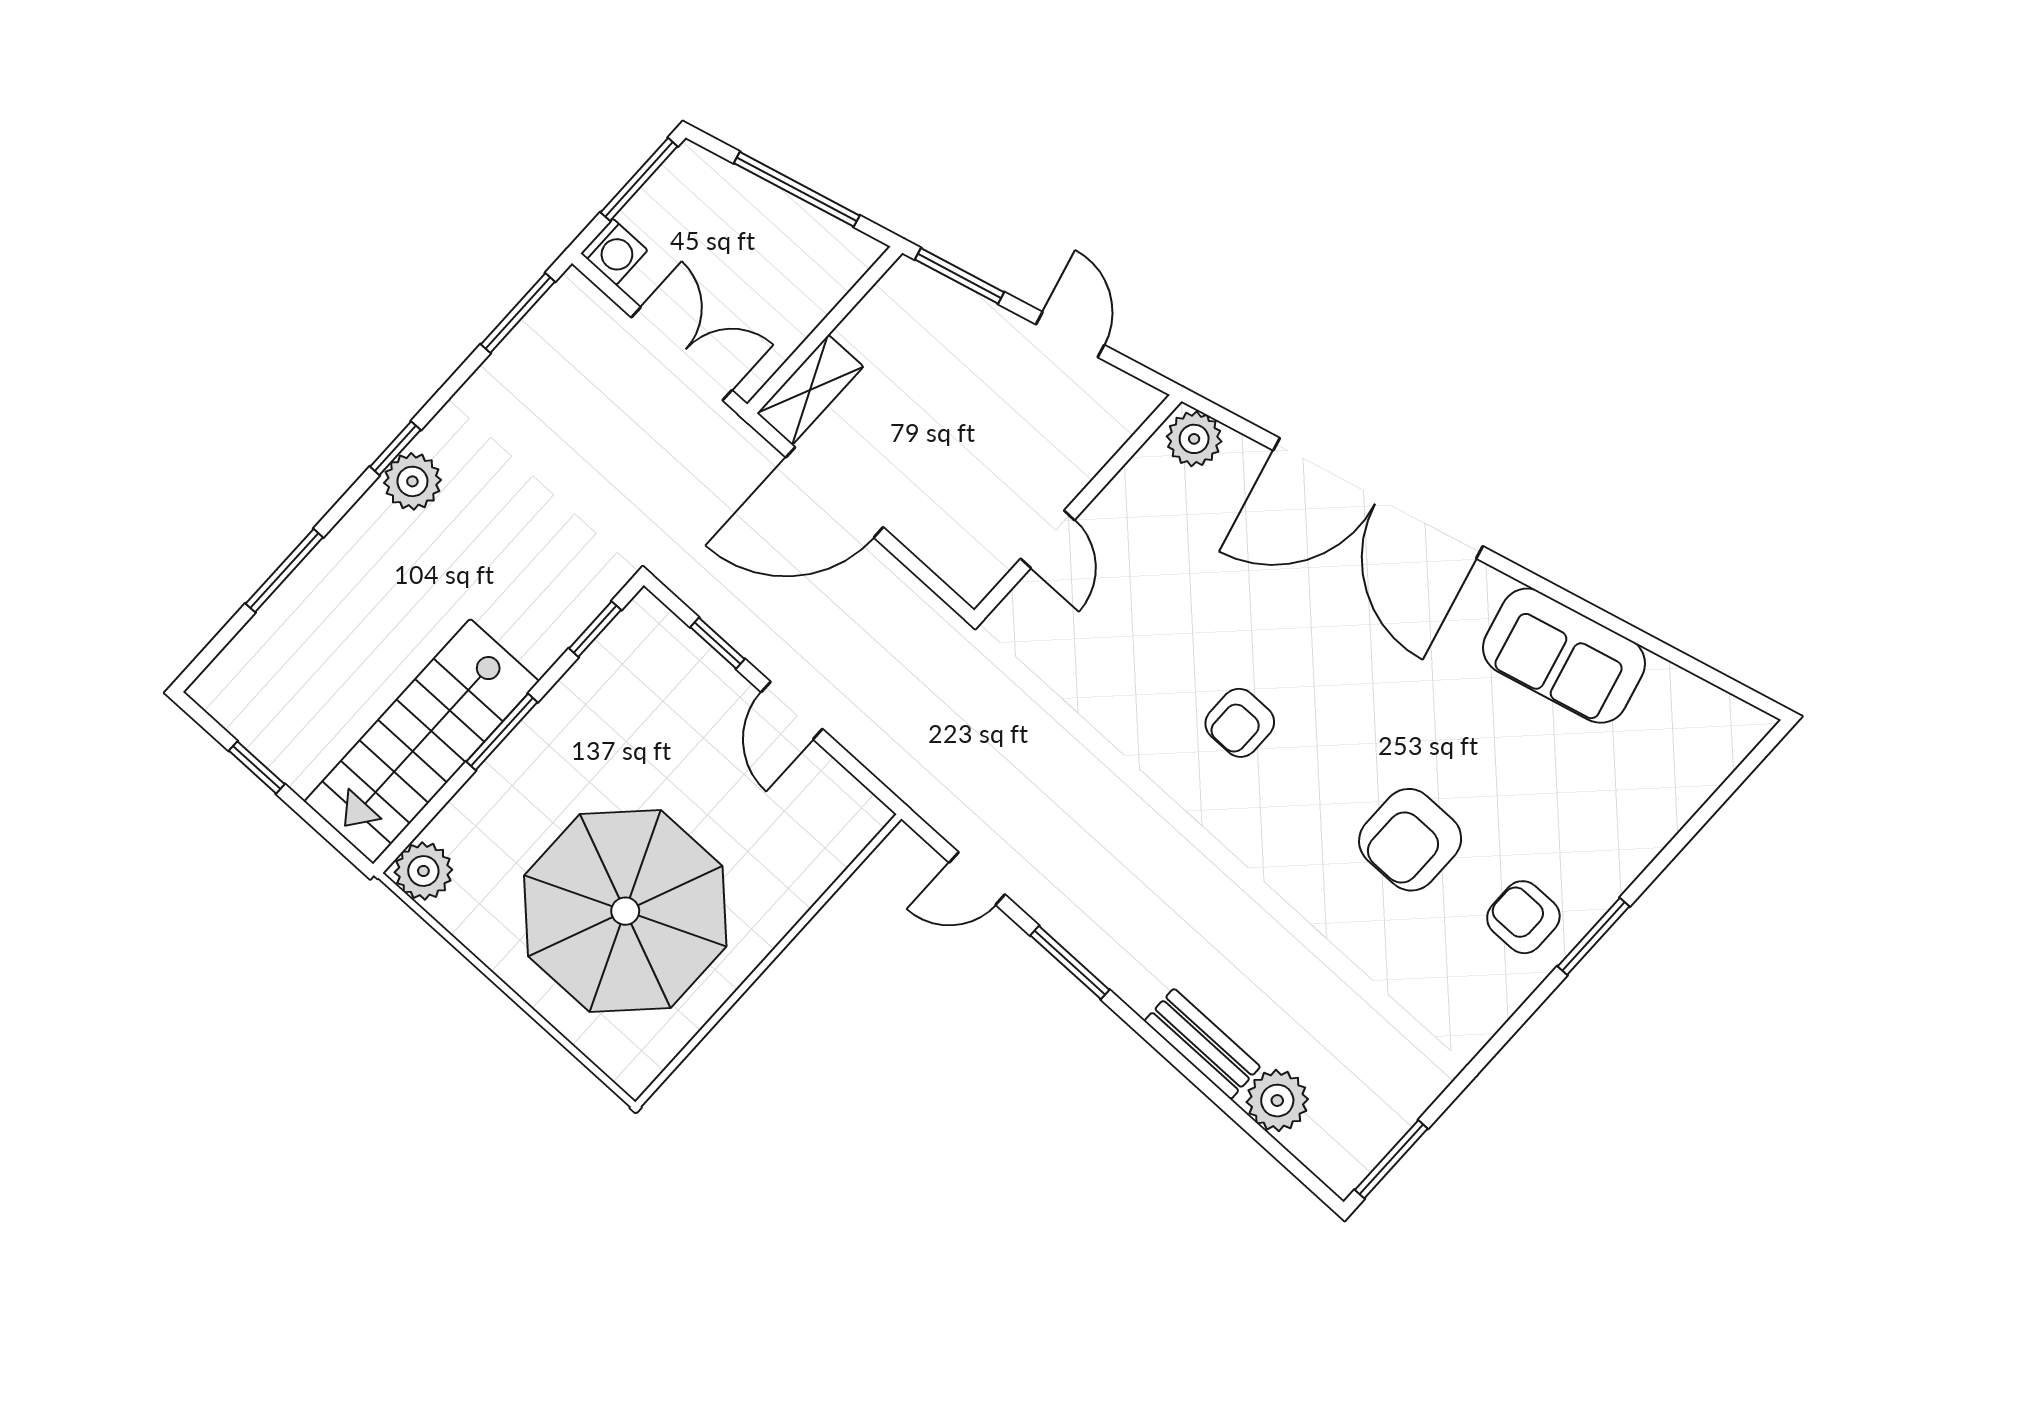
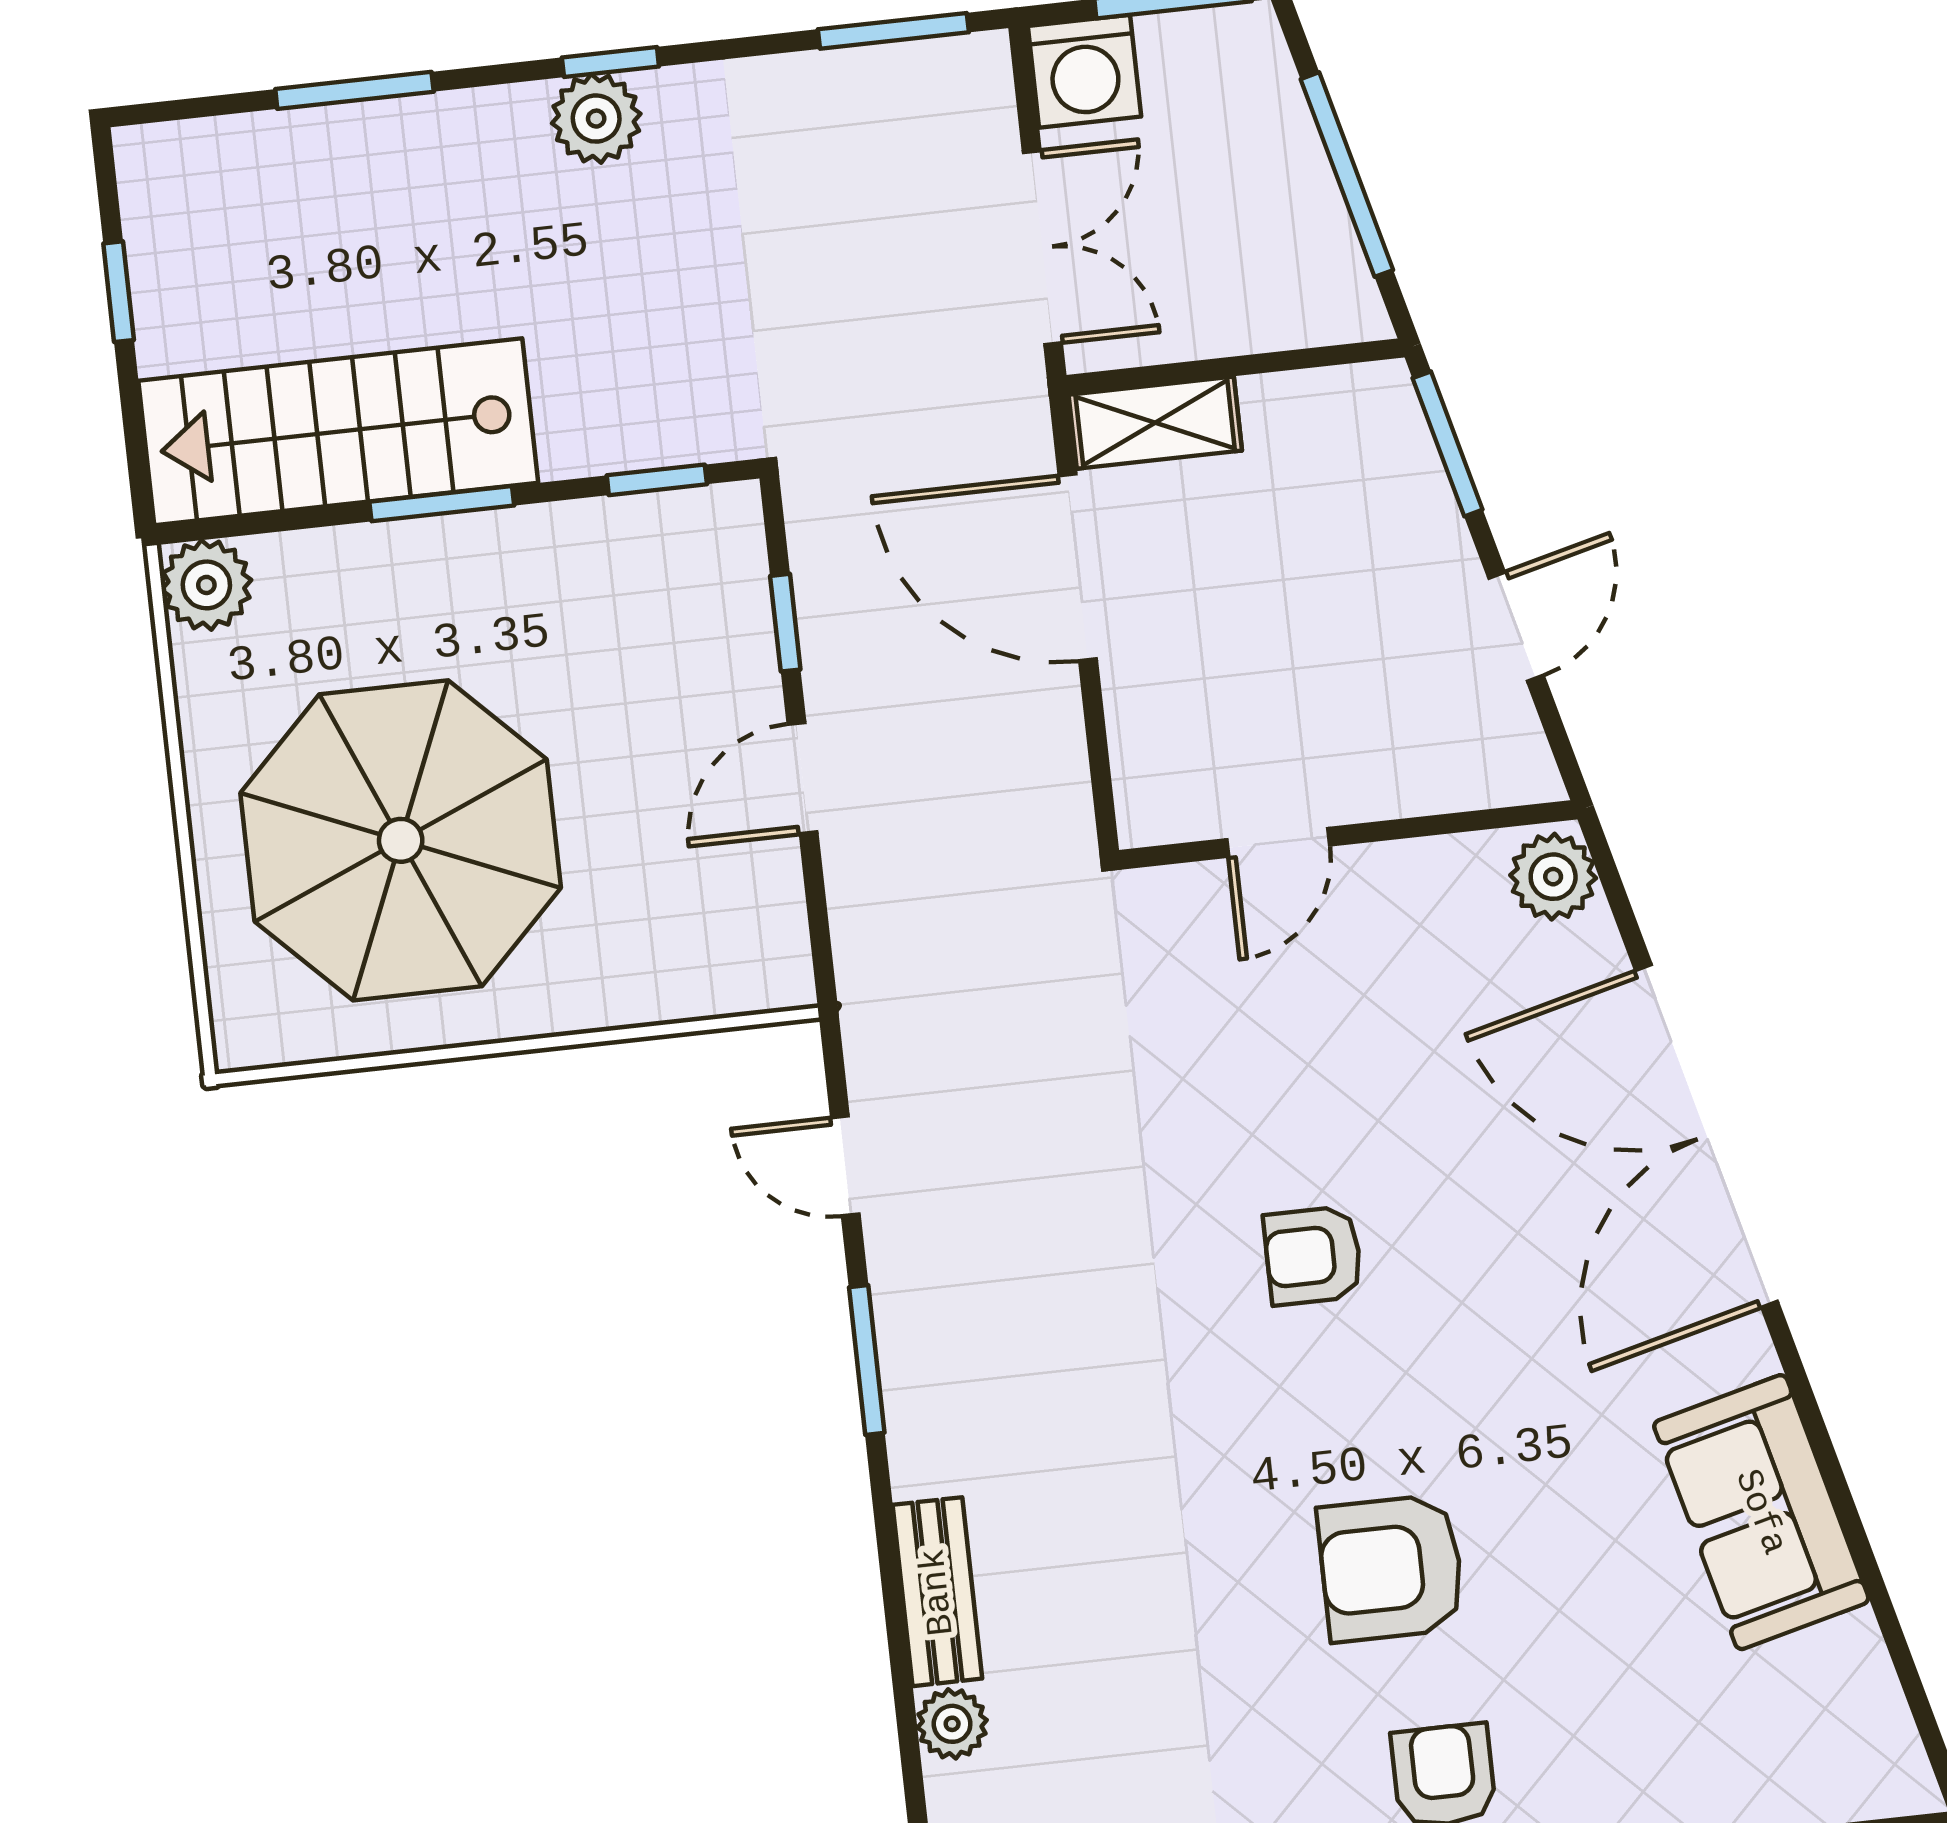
washing machine: (614, 252) -> (1085, 71), width x1.38, depth x1.38
plant: (1277, 1101) -> (952, 1724), width x0.73, depth x0.73

